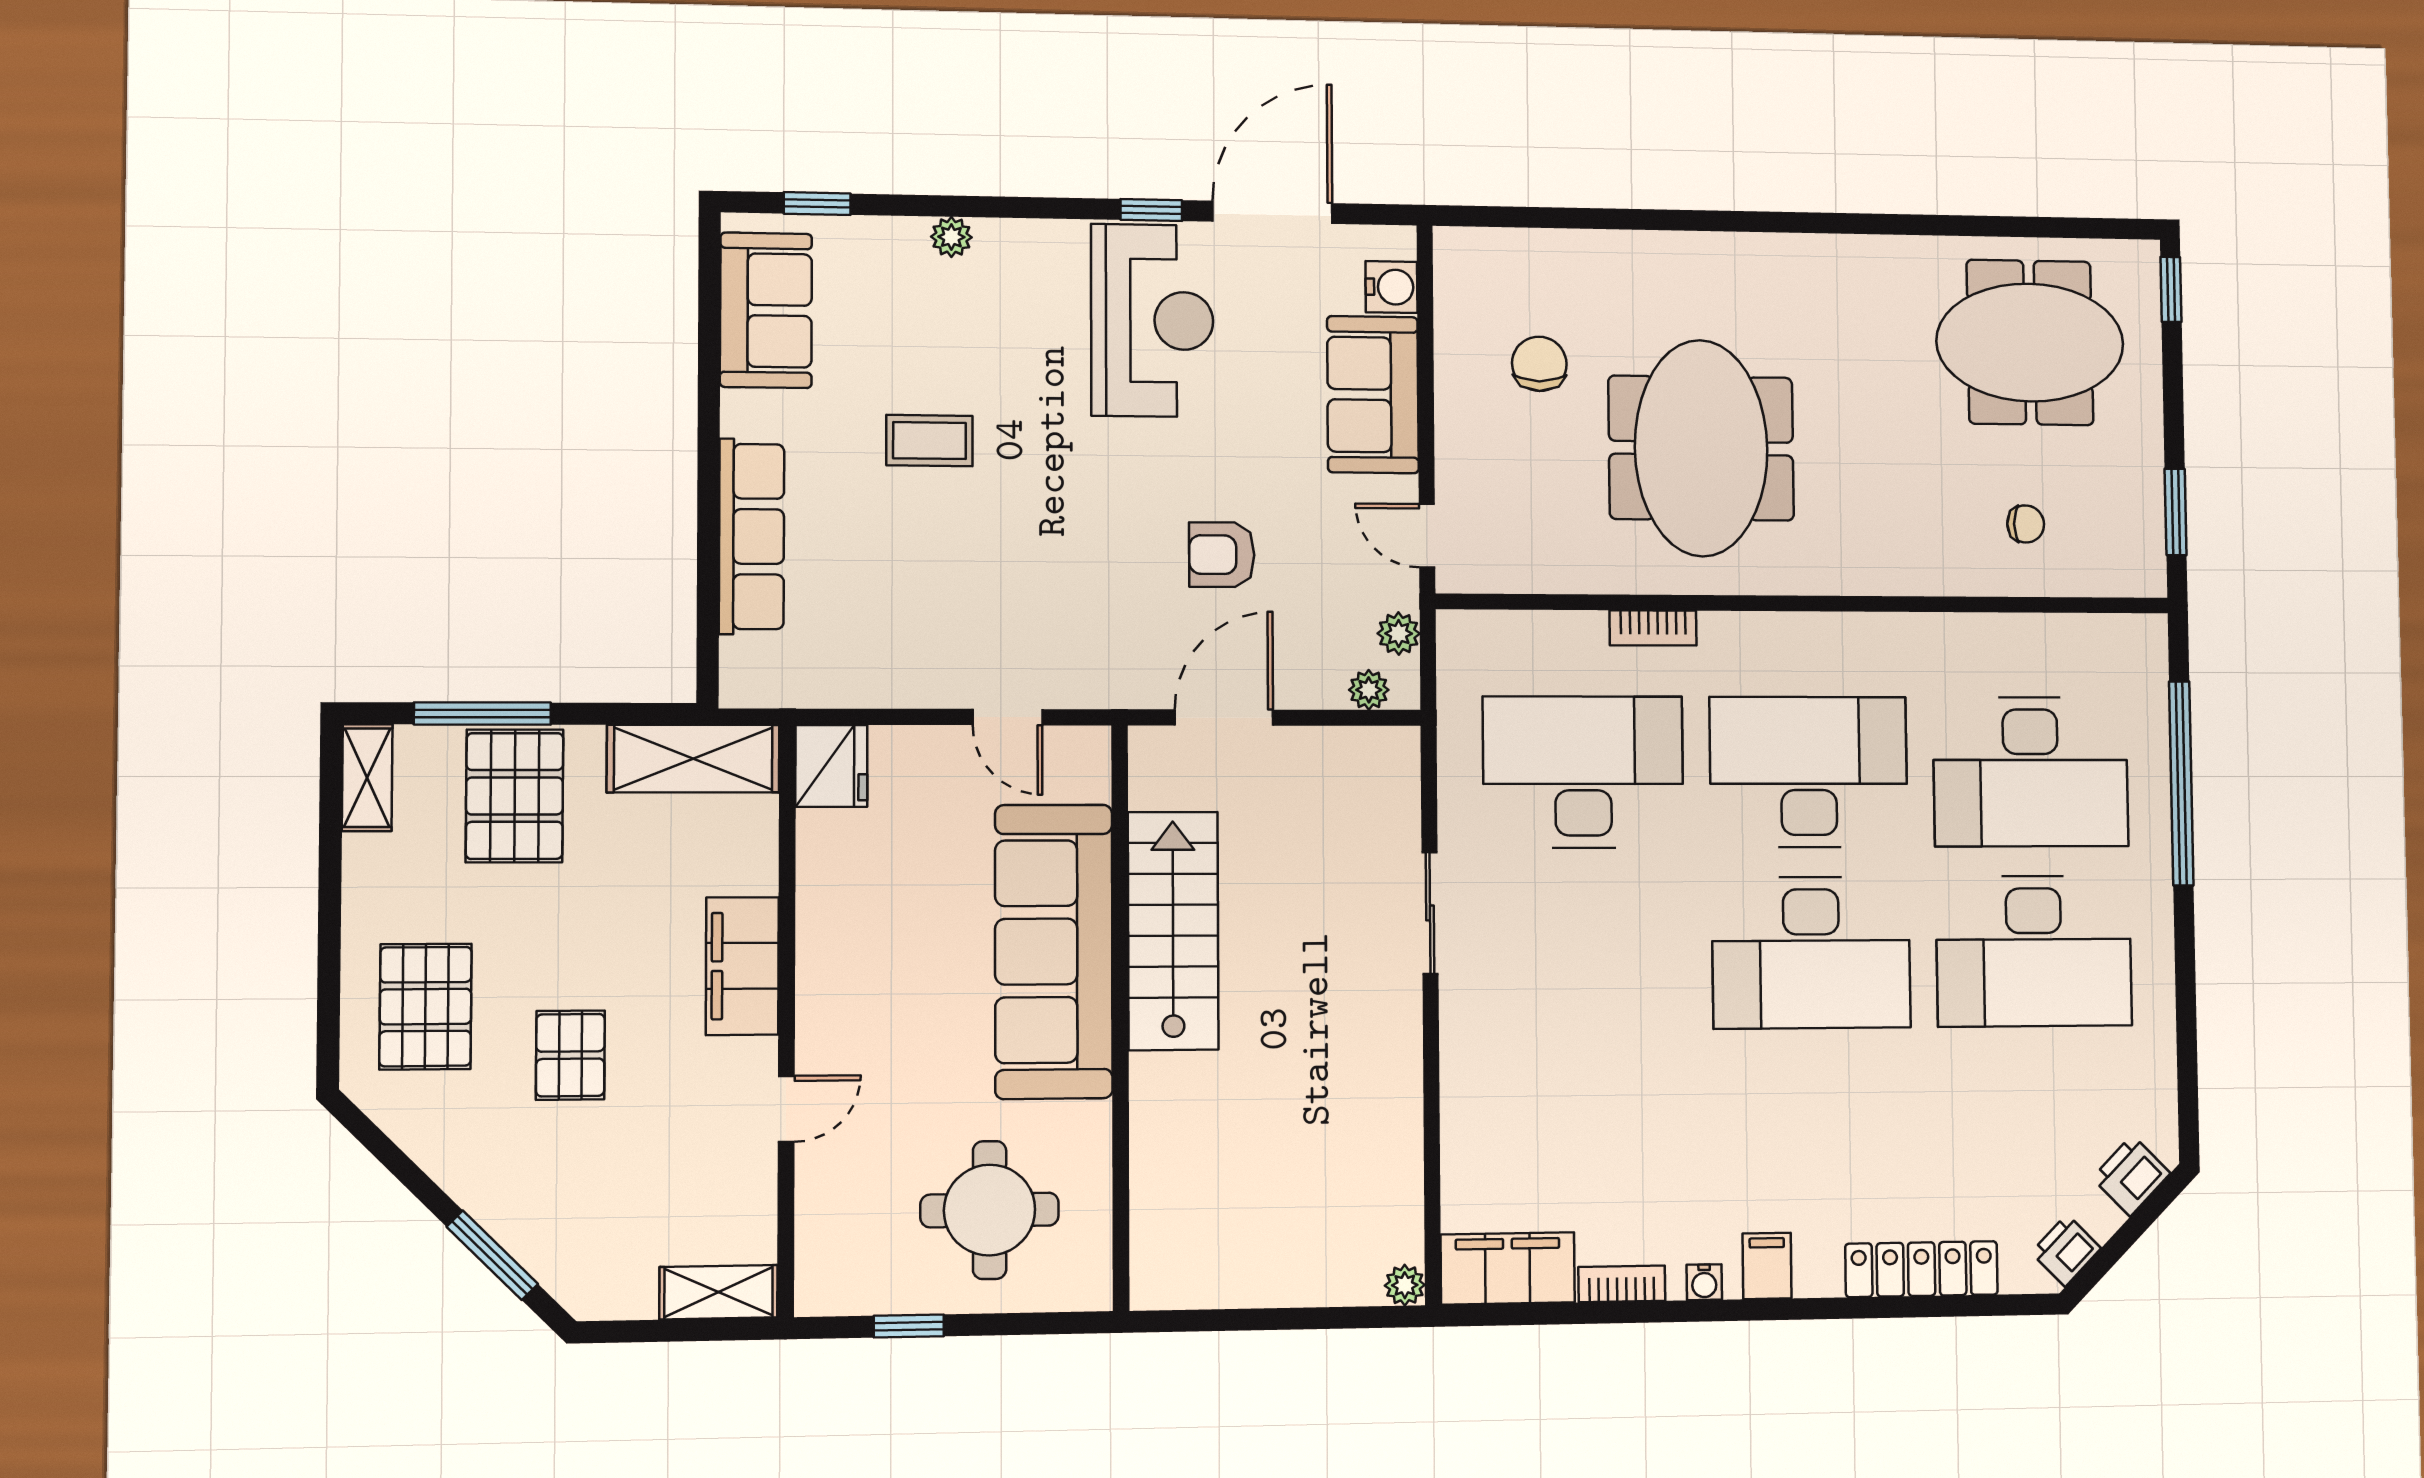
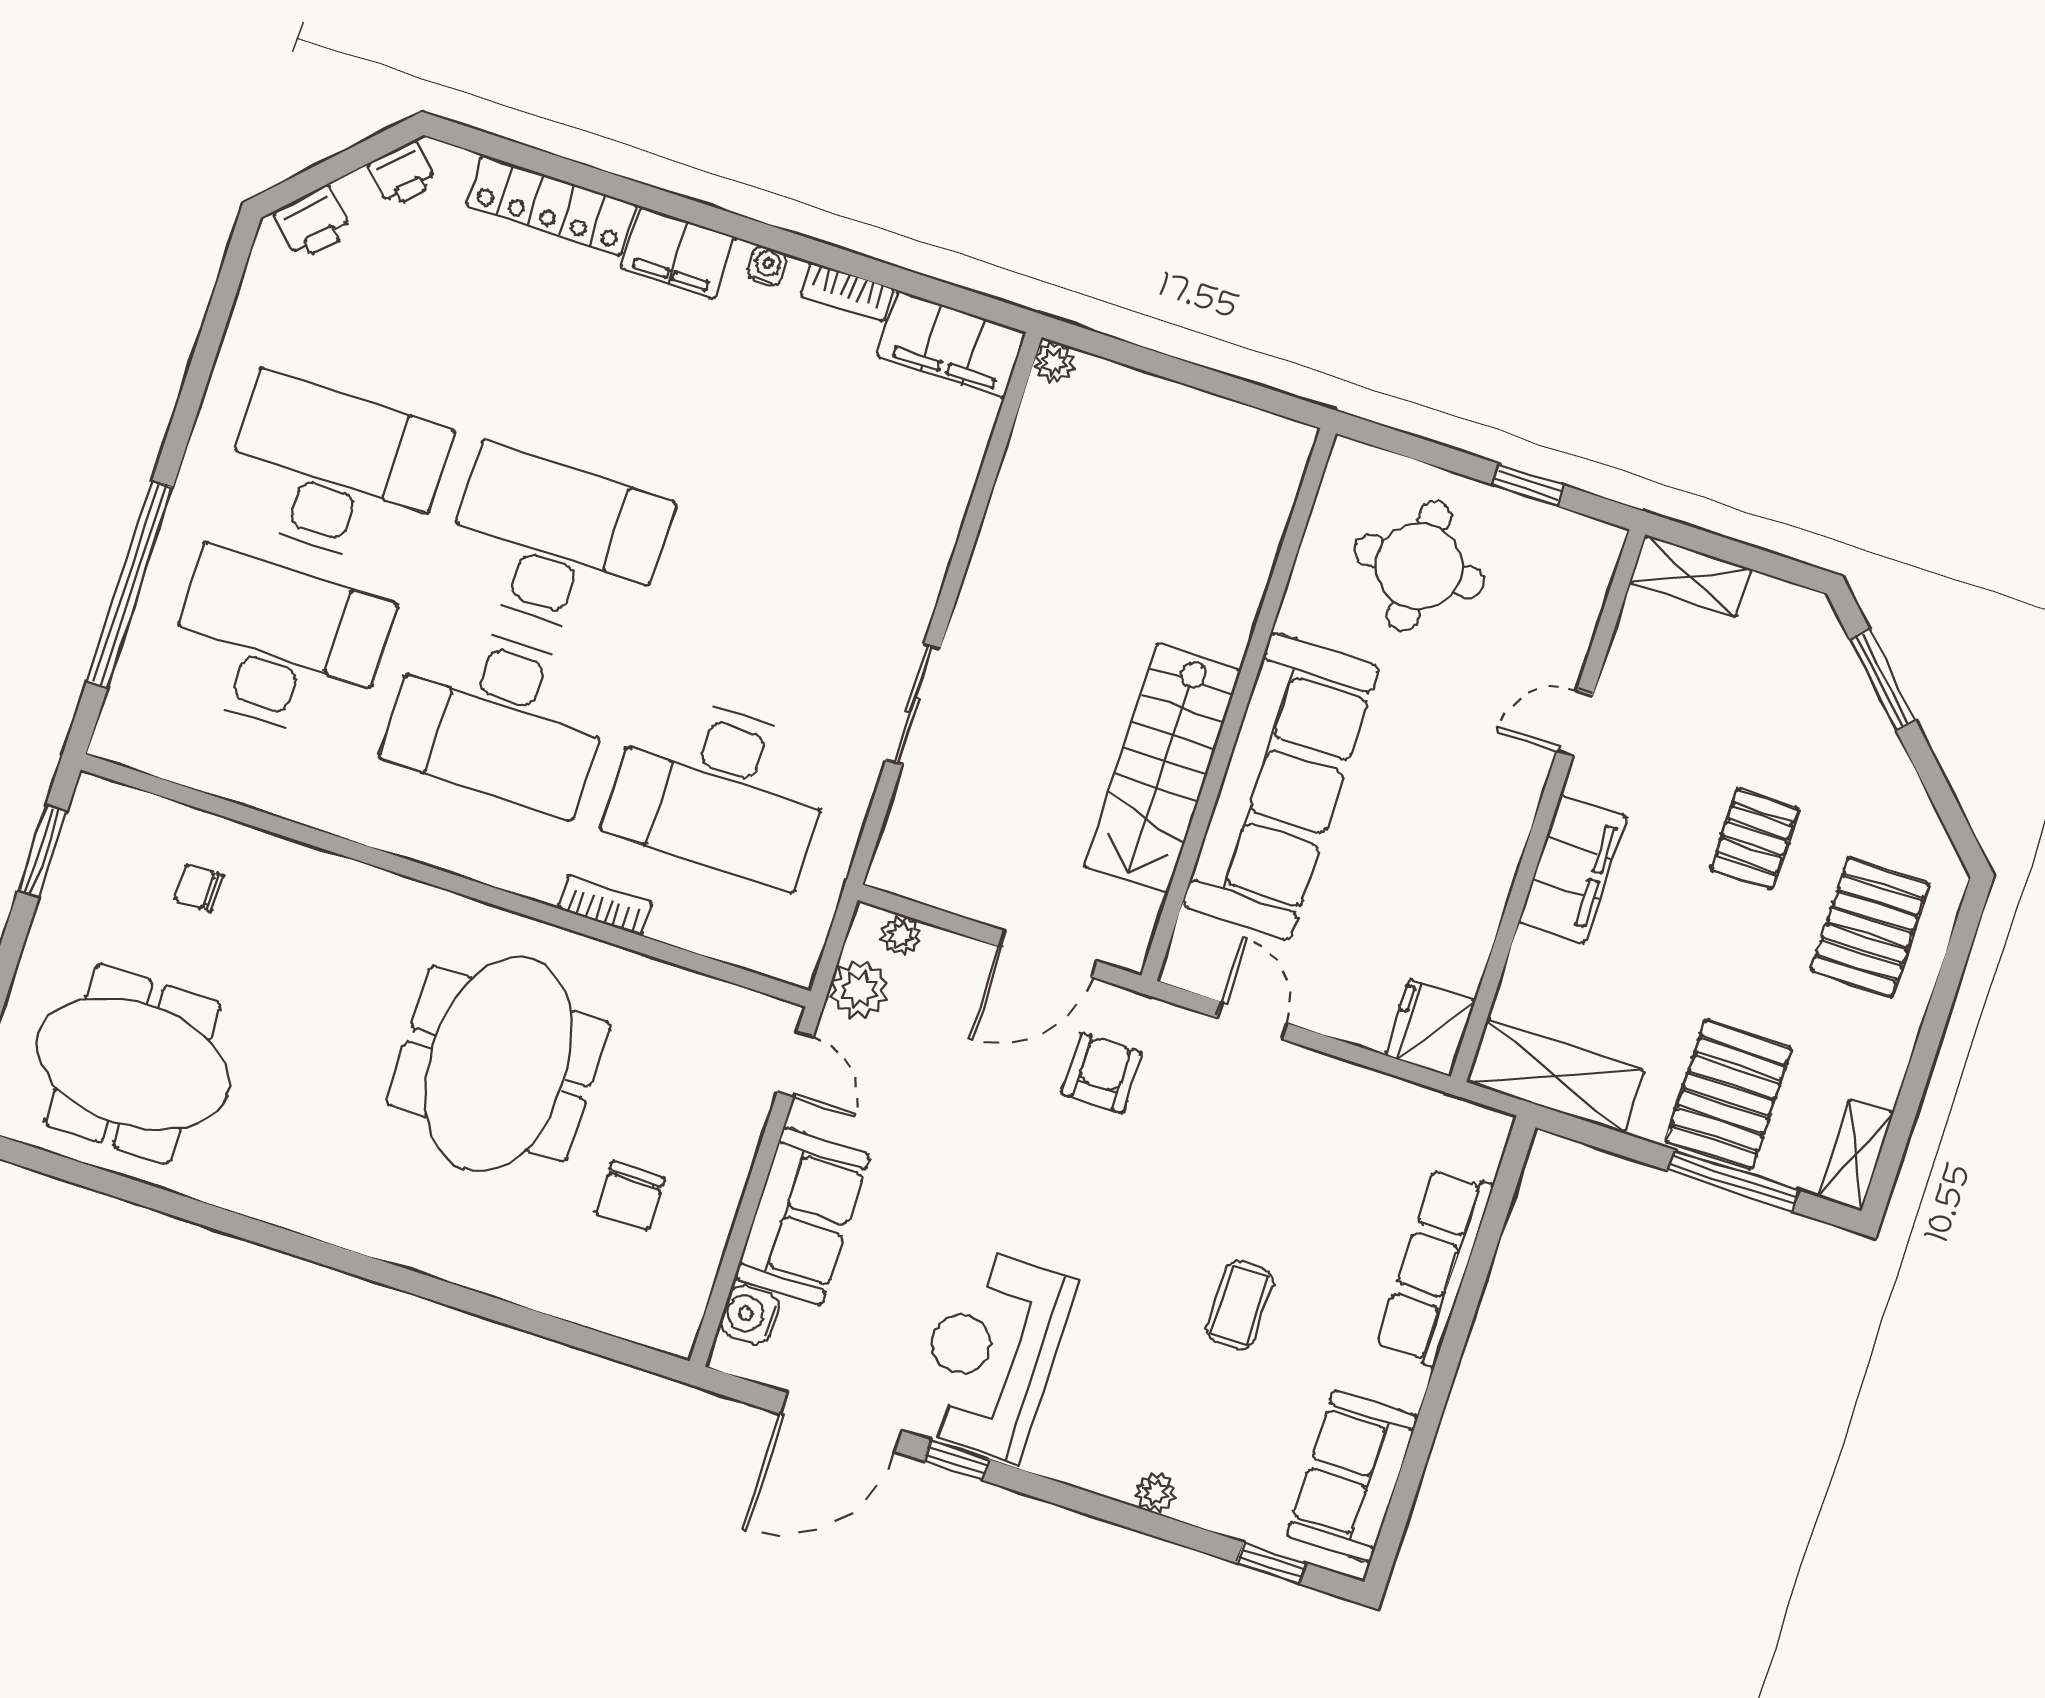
coffee table: (929, 441) -> (1240, 1305), turned 90
armchair: (1222, 555) -> (1102, 1073), moved, turned -90
plant: (1399, 634) -> (859, 990), width x1.38, depth x1.38
filing cabinet: (1767, 1266) -> (678, 253), width x2.00

